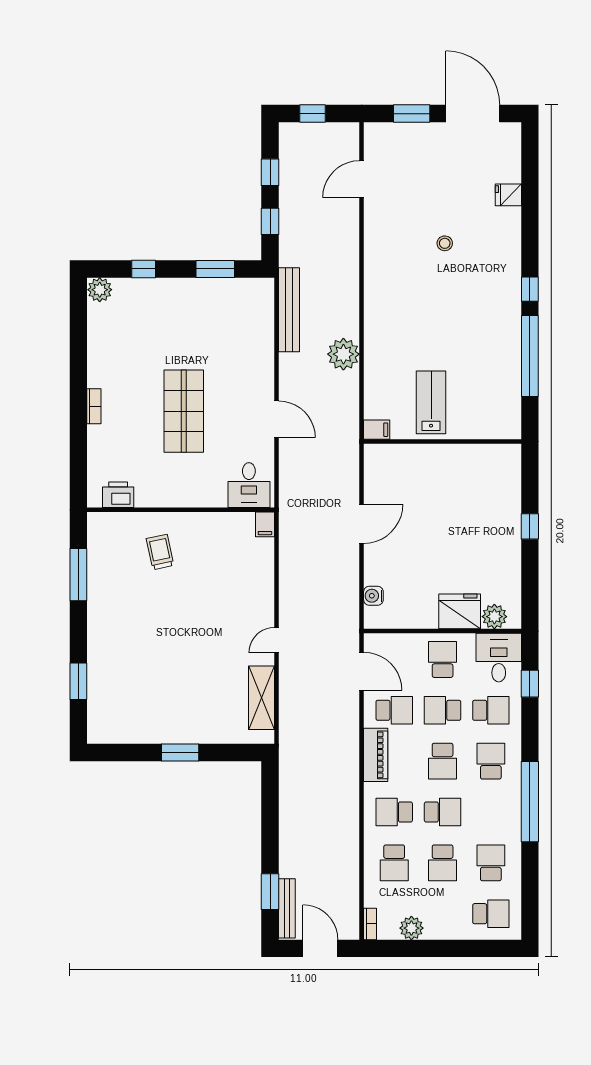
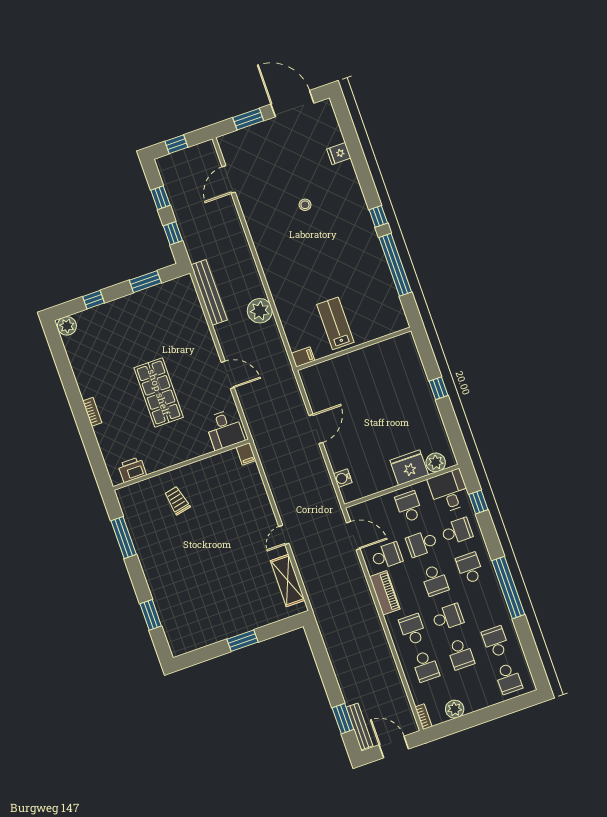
school desk: (394, 812) -> (413, 629), turned 90
school desk: (491, 914) -> (508, 679), turned 90

